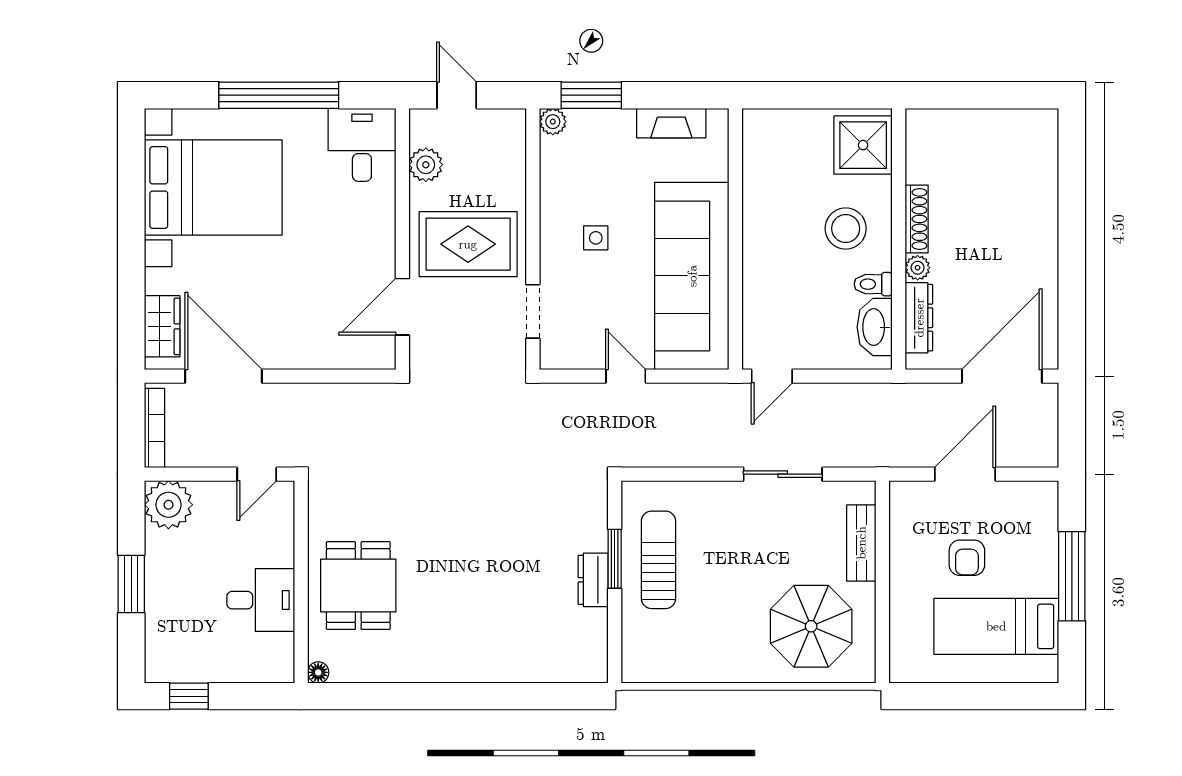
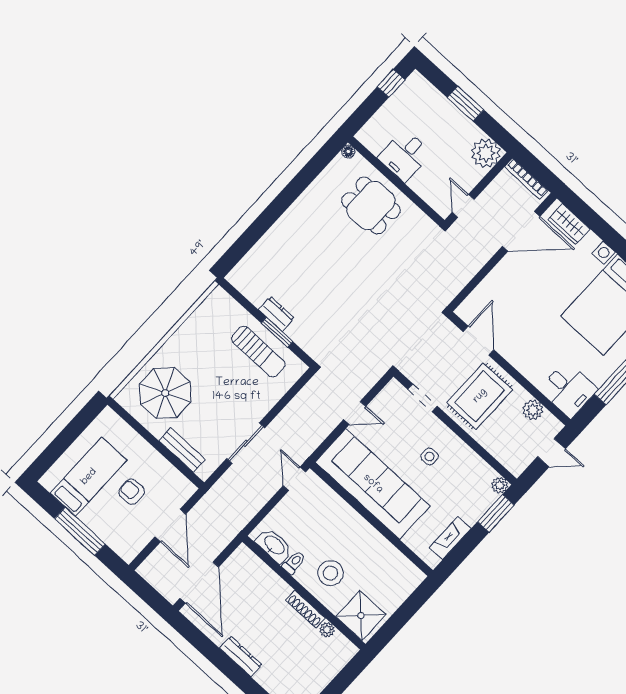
plant: (918, 268) -> (327, 630), moved
dresser: (919, 318) -> (241, 656), moved, turned 180

